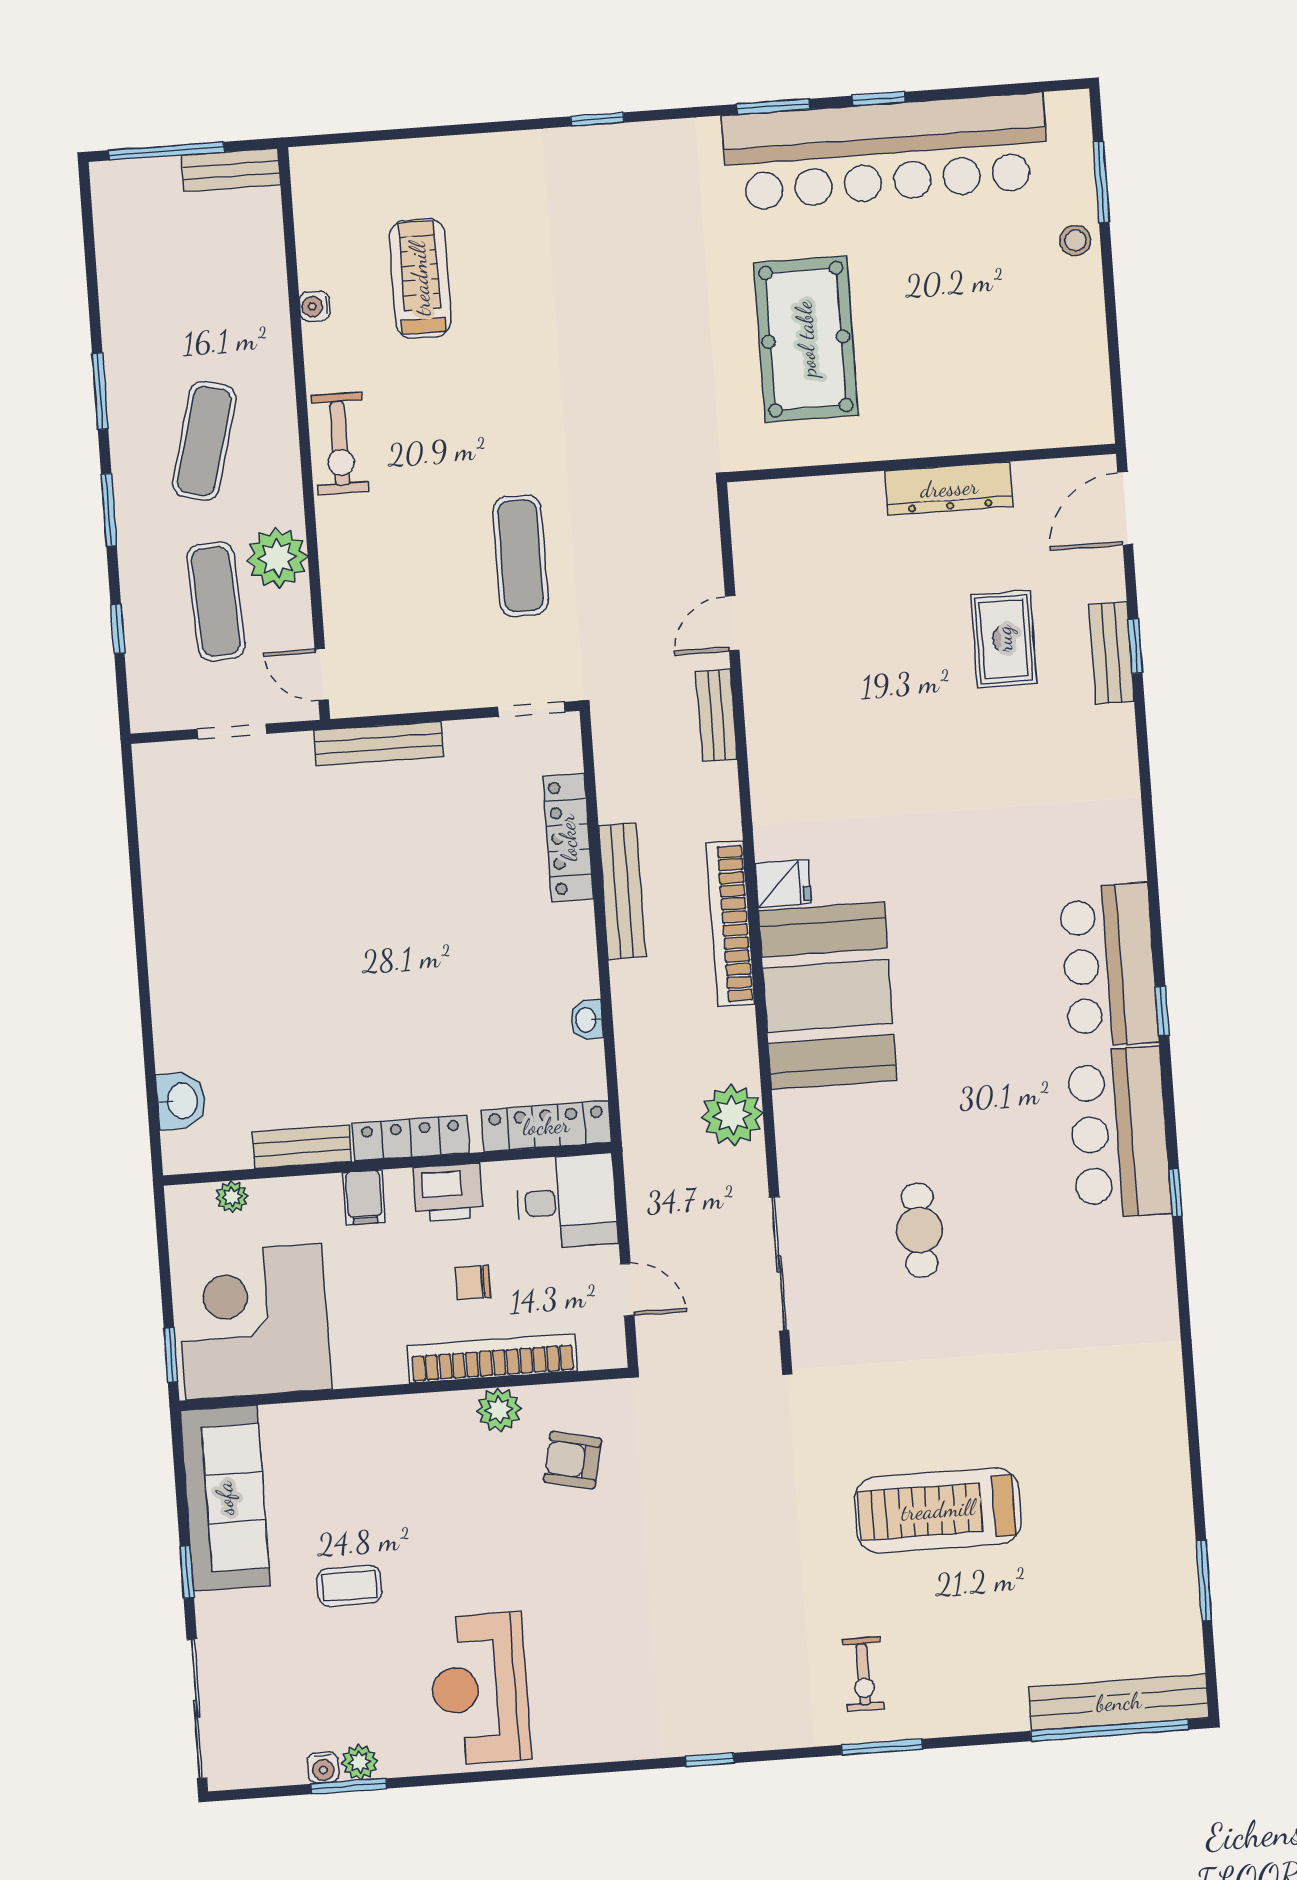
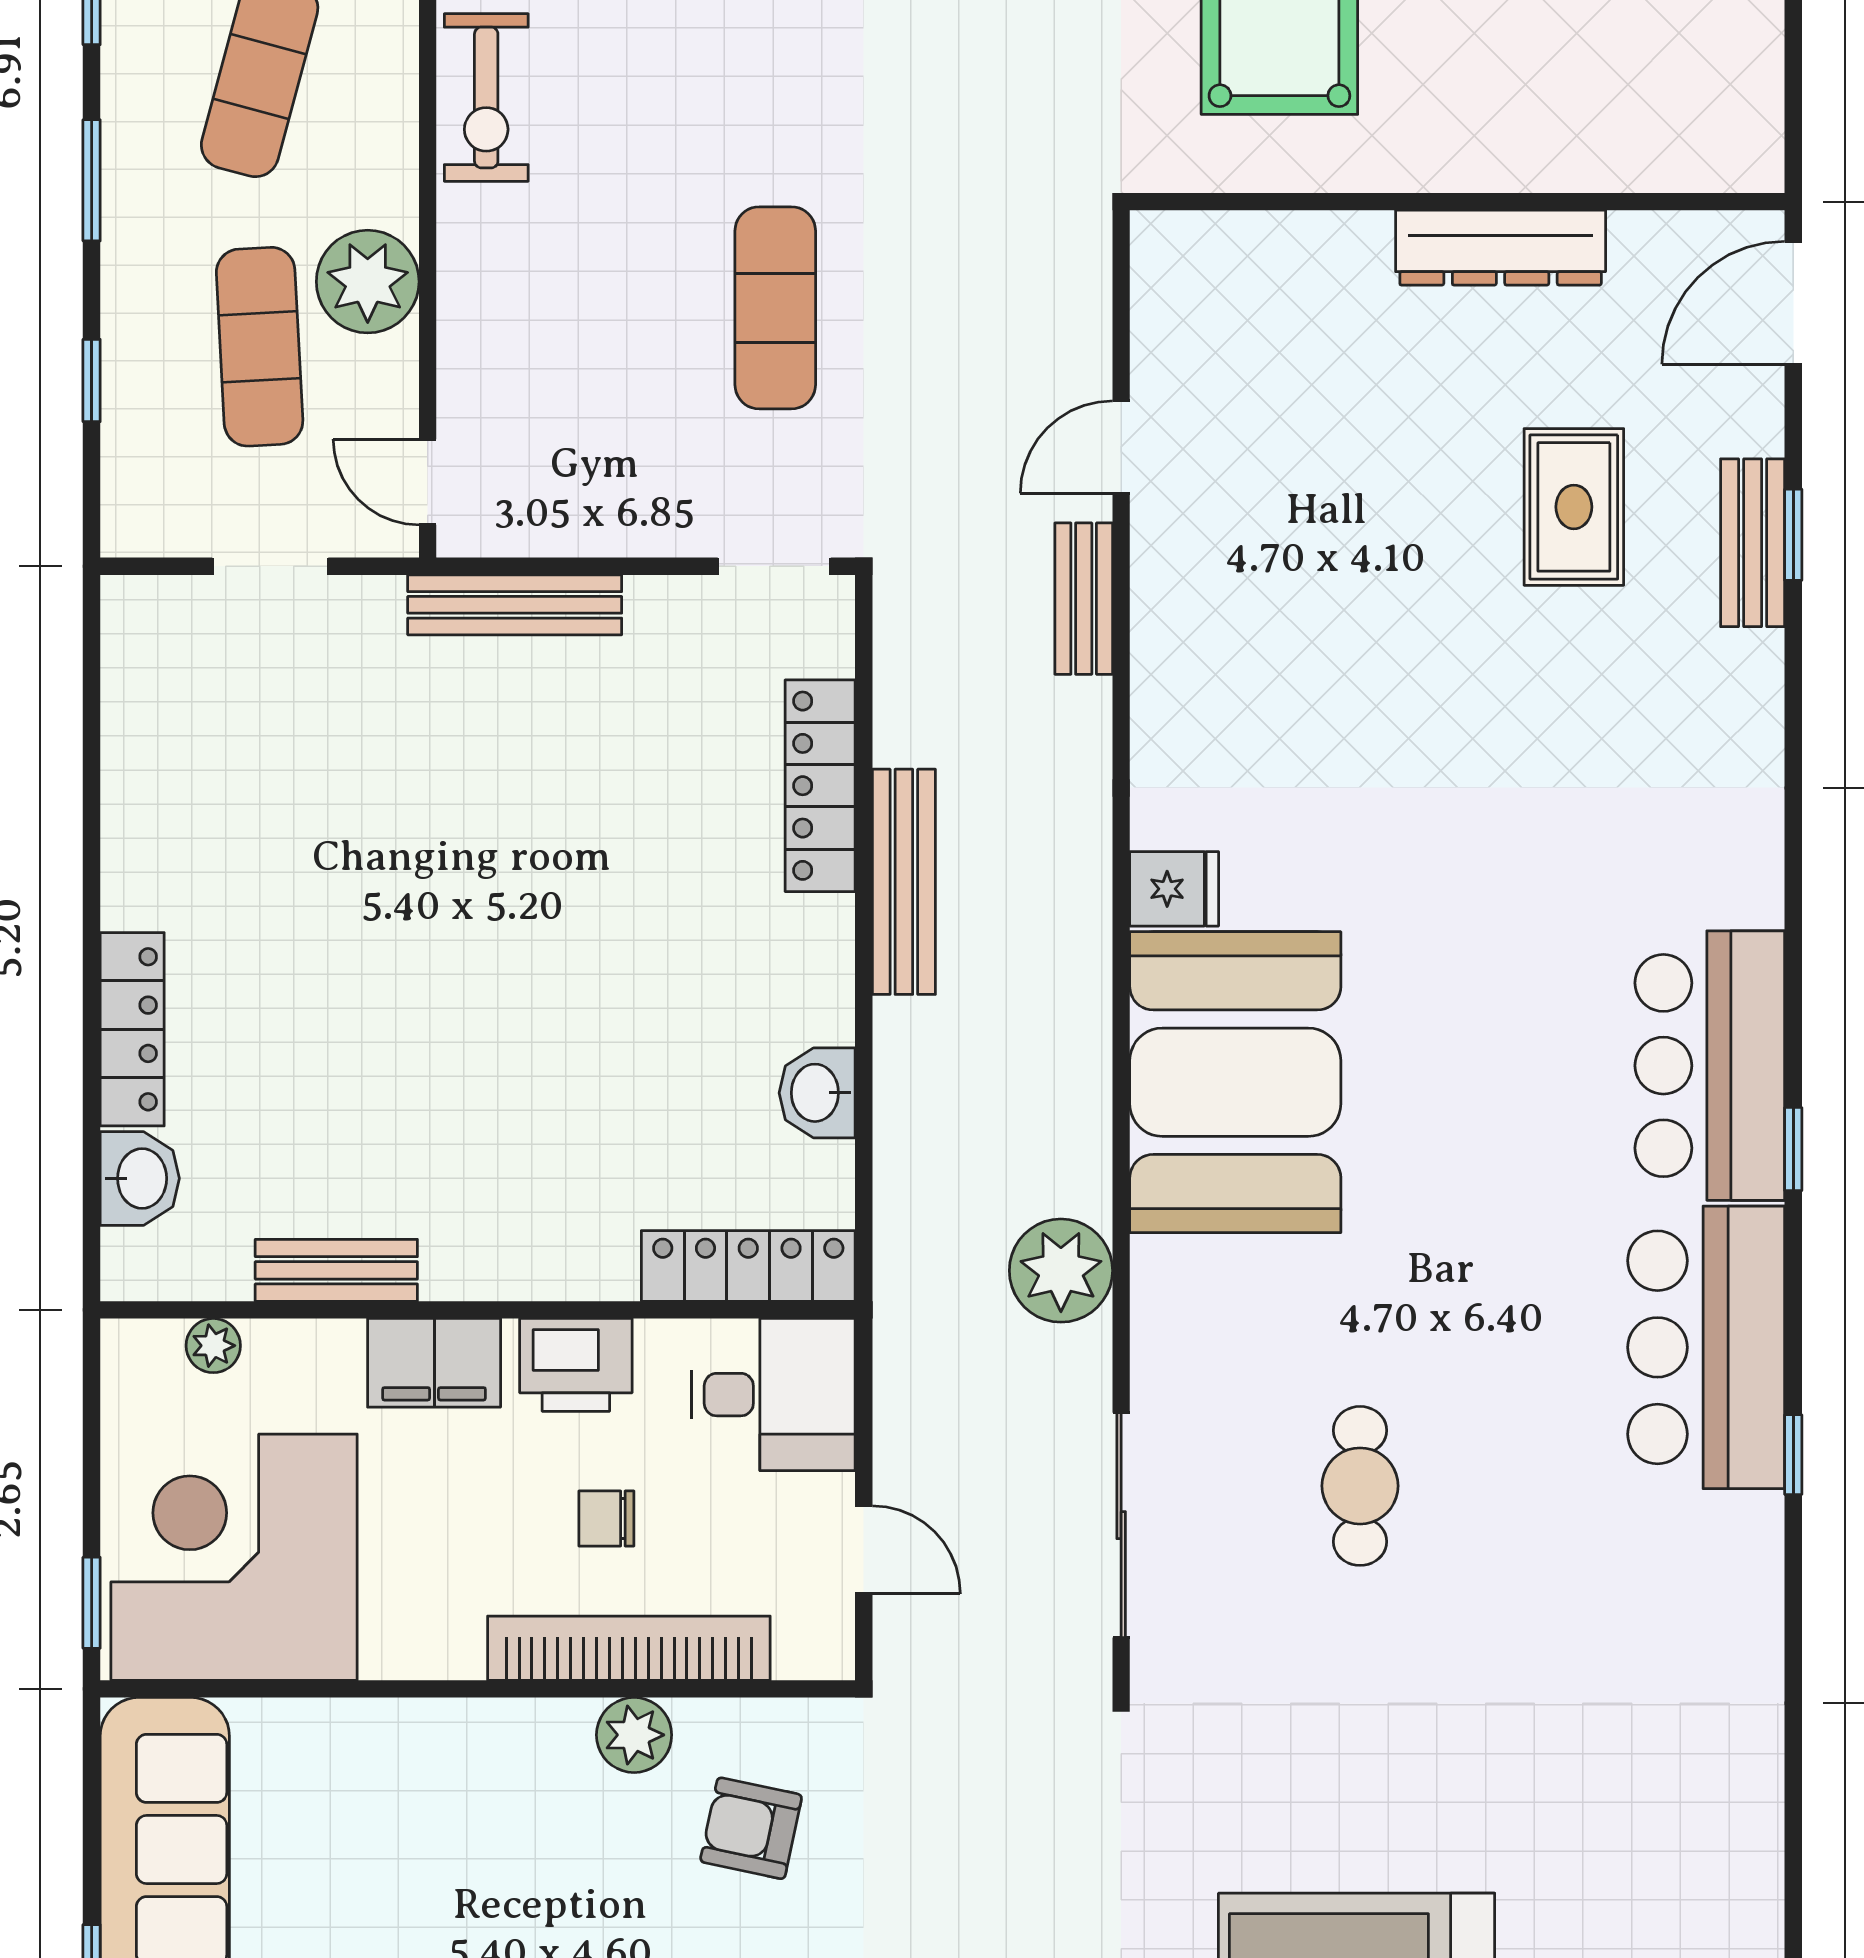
bookcase: (730, 924) -> (1081, 950), removed
washbasin: (587, 1020) -> (817, 1093), width x1.38, depth x1.45
locker: (411, 1138) -> (132, 1029), moved, turned 90
filing cabinet: (364, 1197) -> (434, 1363), width x2.00

